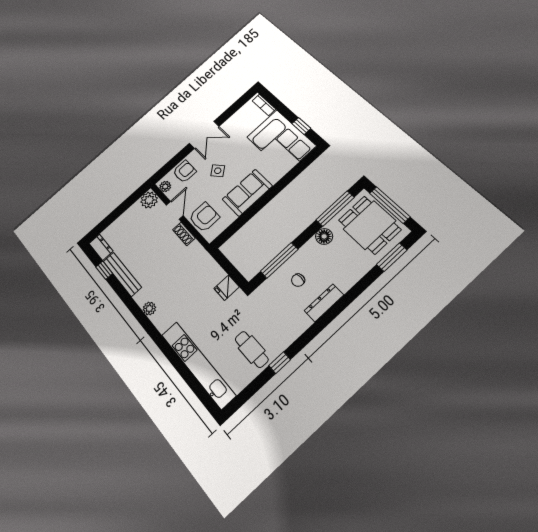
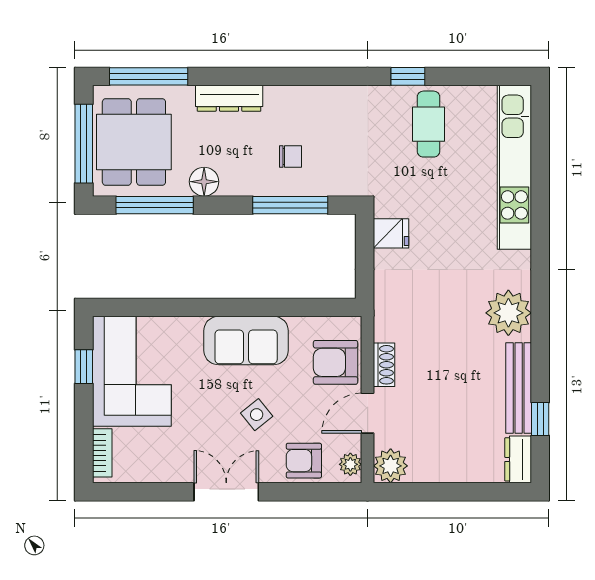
window: (392, 257) -> (149, 76), width x1.44
dresser: (324, 303) -> (229, 98), moved
plant: (149, 309) -> (508, 313), width x1.87, depth x1.87

